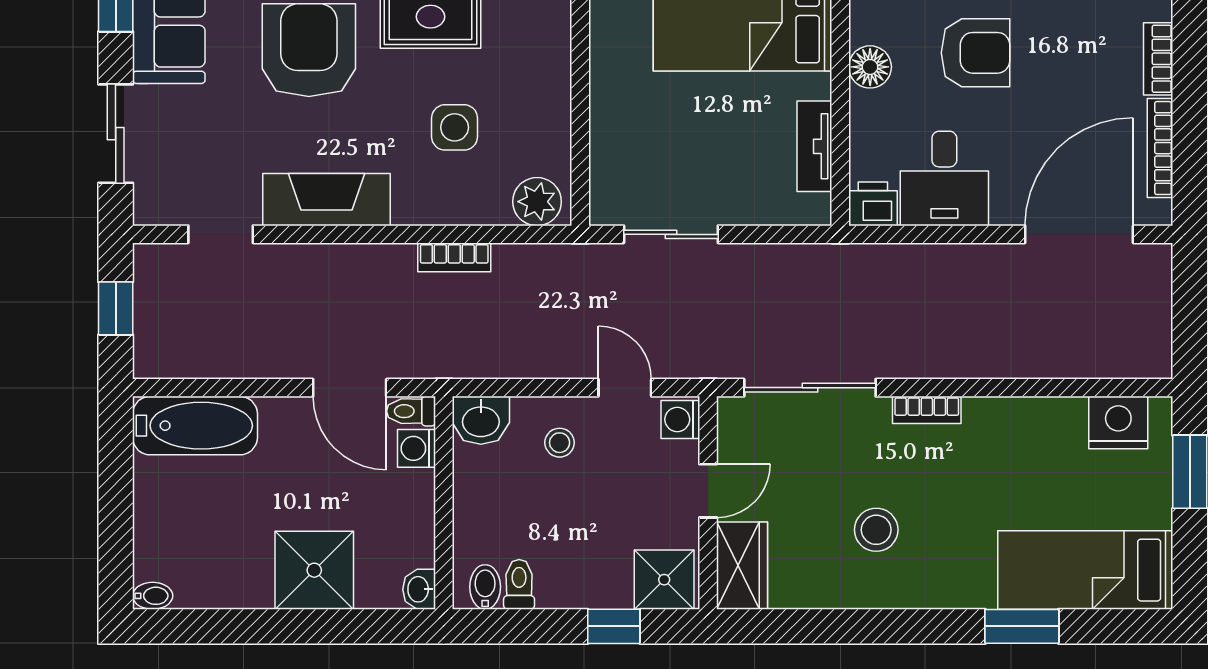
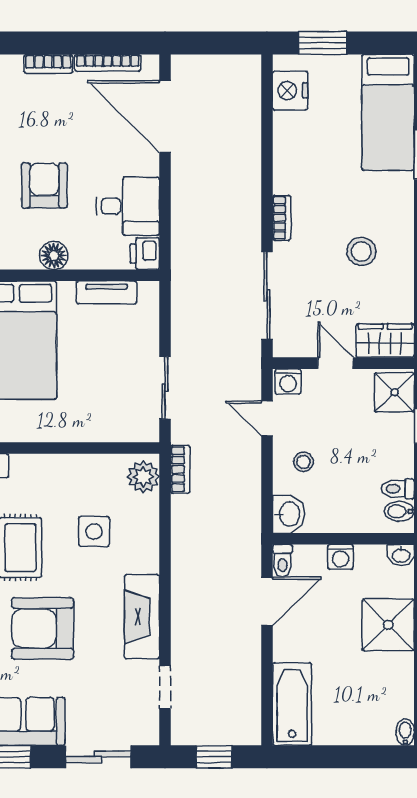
bookcase: (454, 257) -> (180, 469), moved
door: (625, 388) -> (267, 418), hinge flipped
washing machine: (416, 448) -> (341, 557), moved

